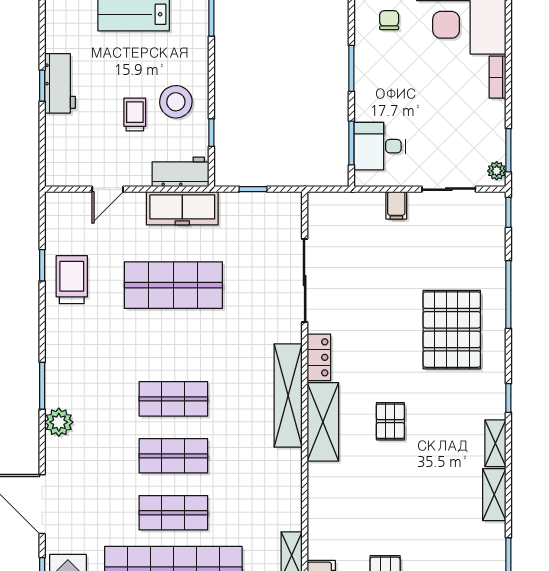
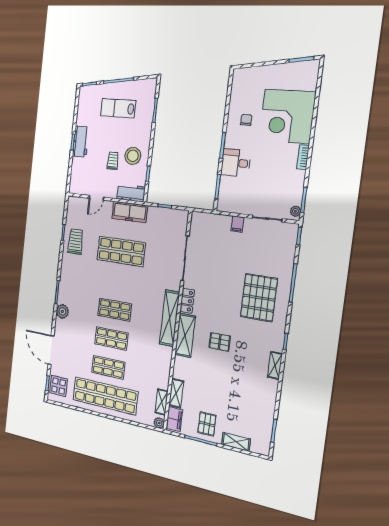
desk: (379, 146) -> (236, 163), moved
pallet: (390, 421) -> (220, 342), turned 90
shelving: (494, 495) -> (176, 393), moved

